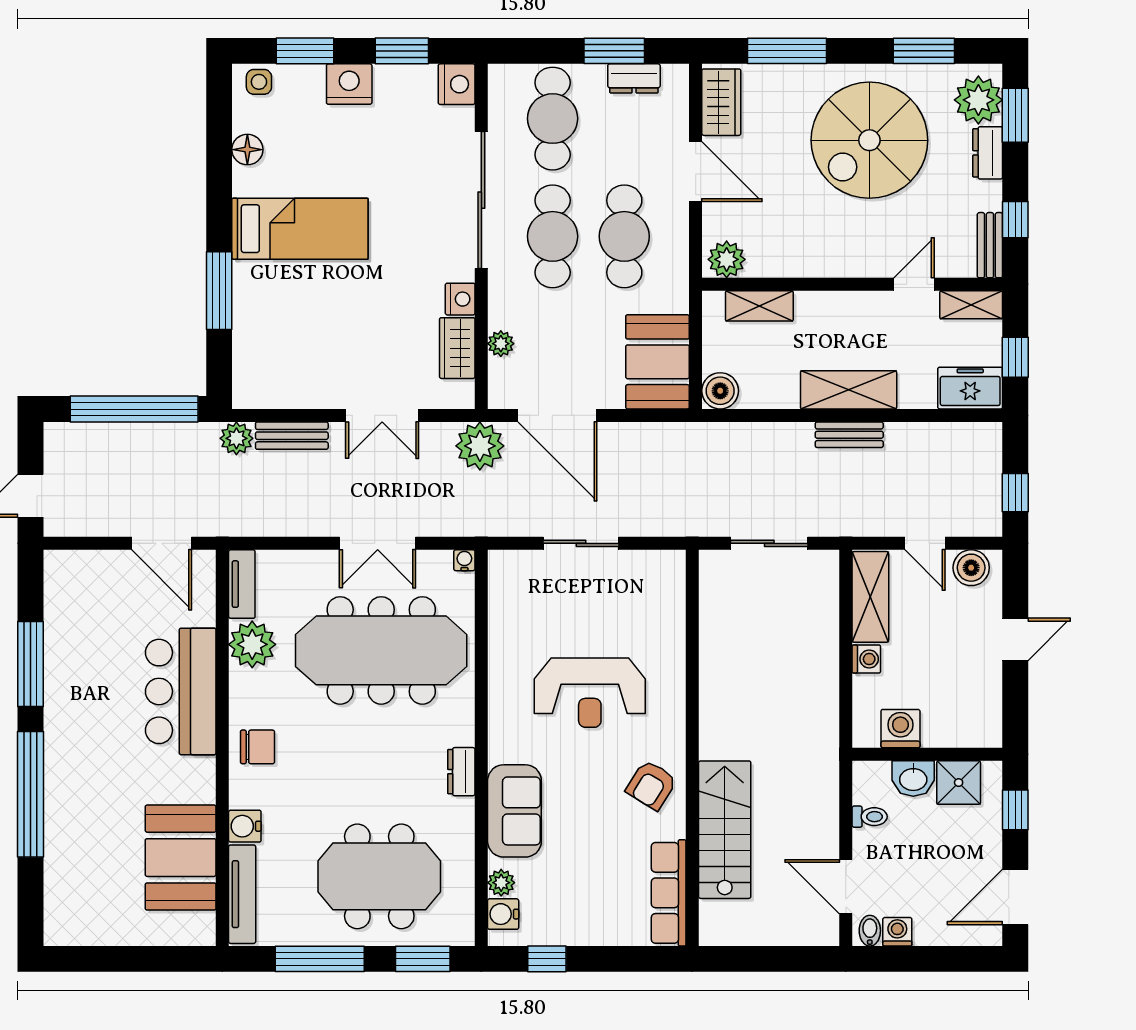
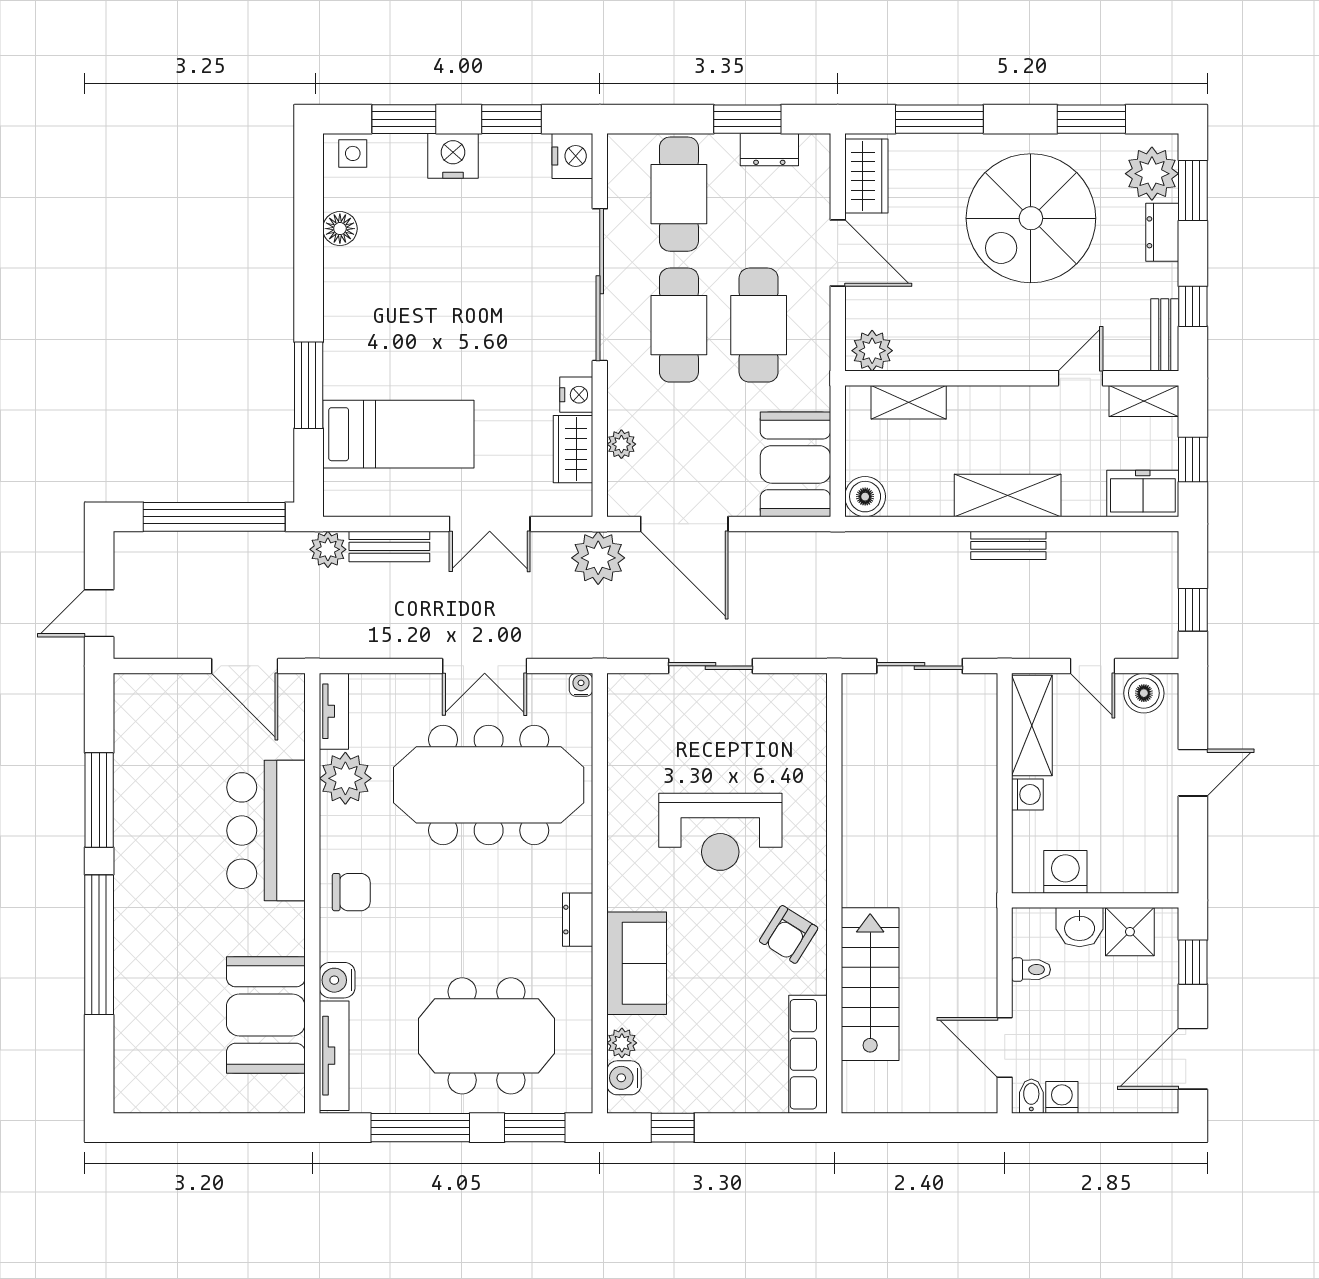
bed: (300, 229) -> (398, 434), moved

